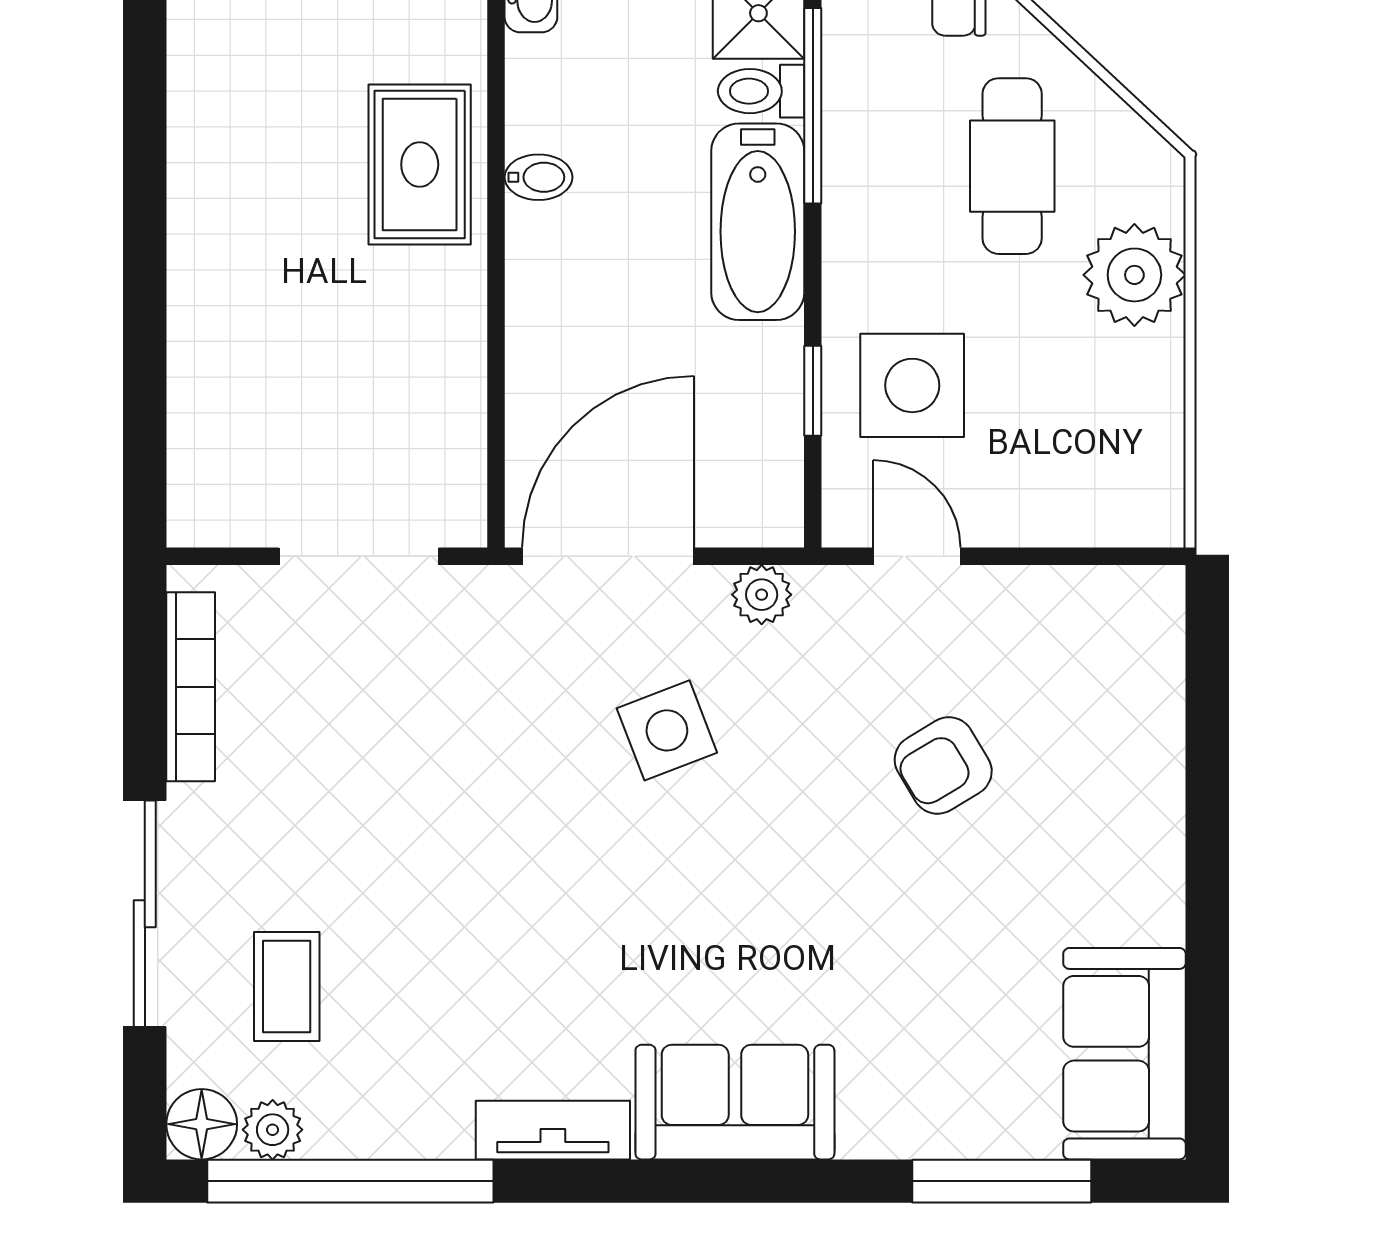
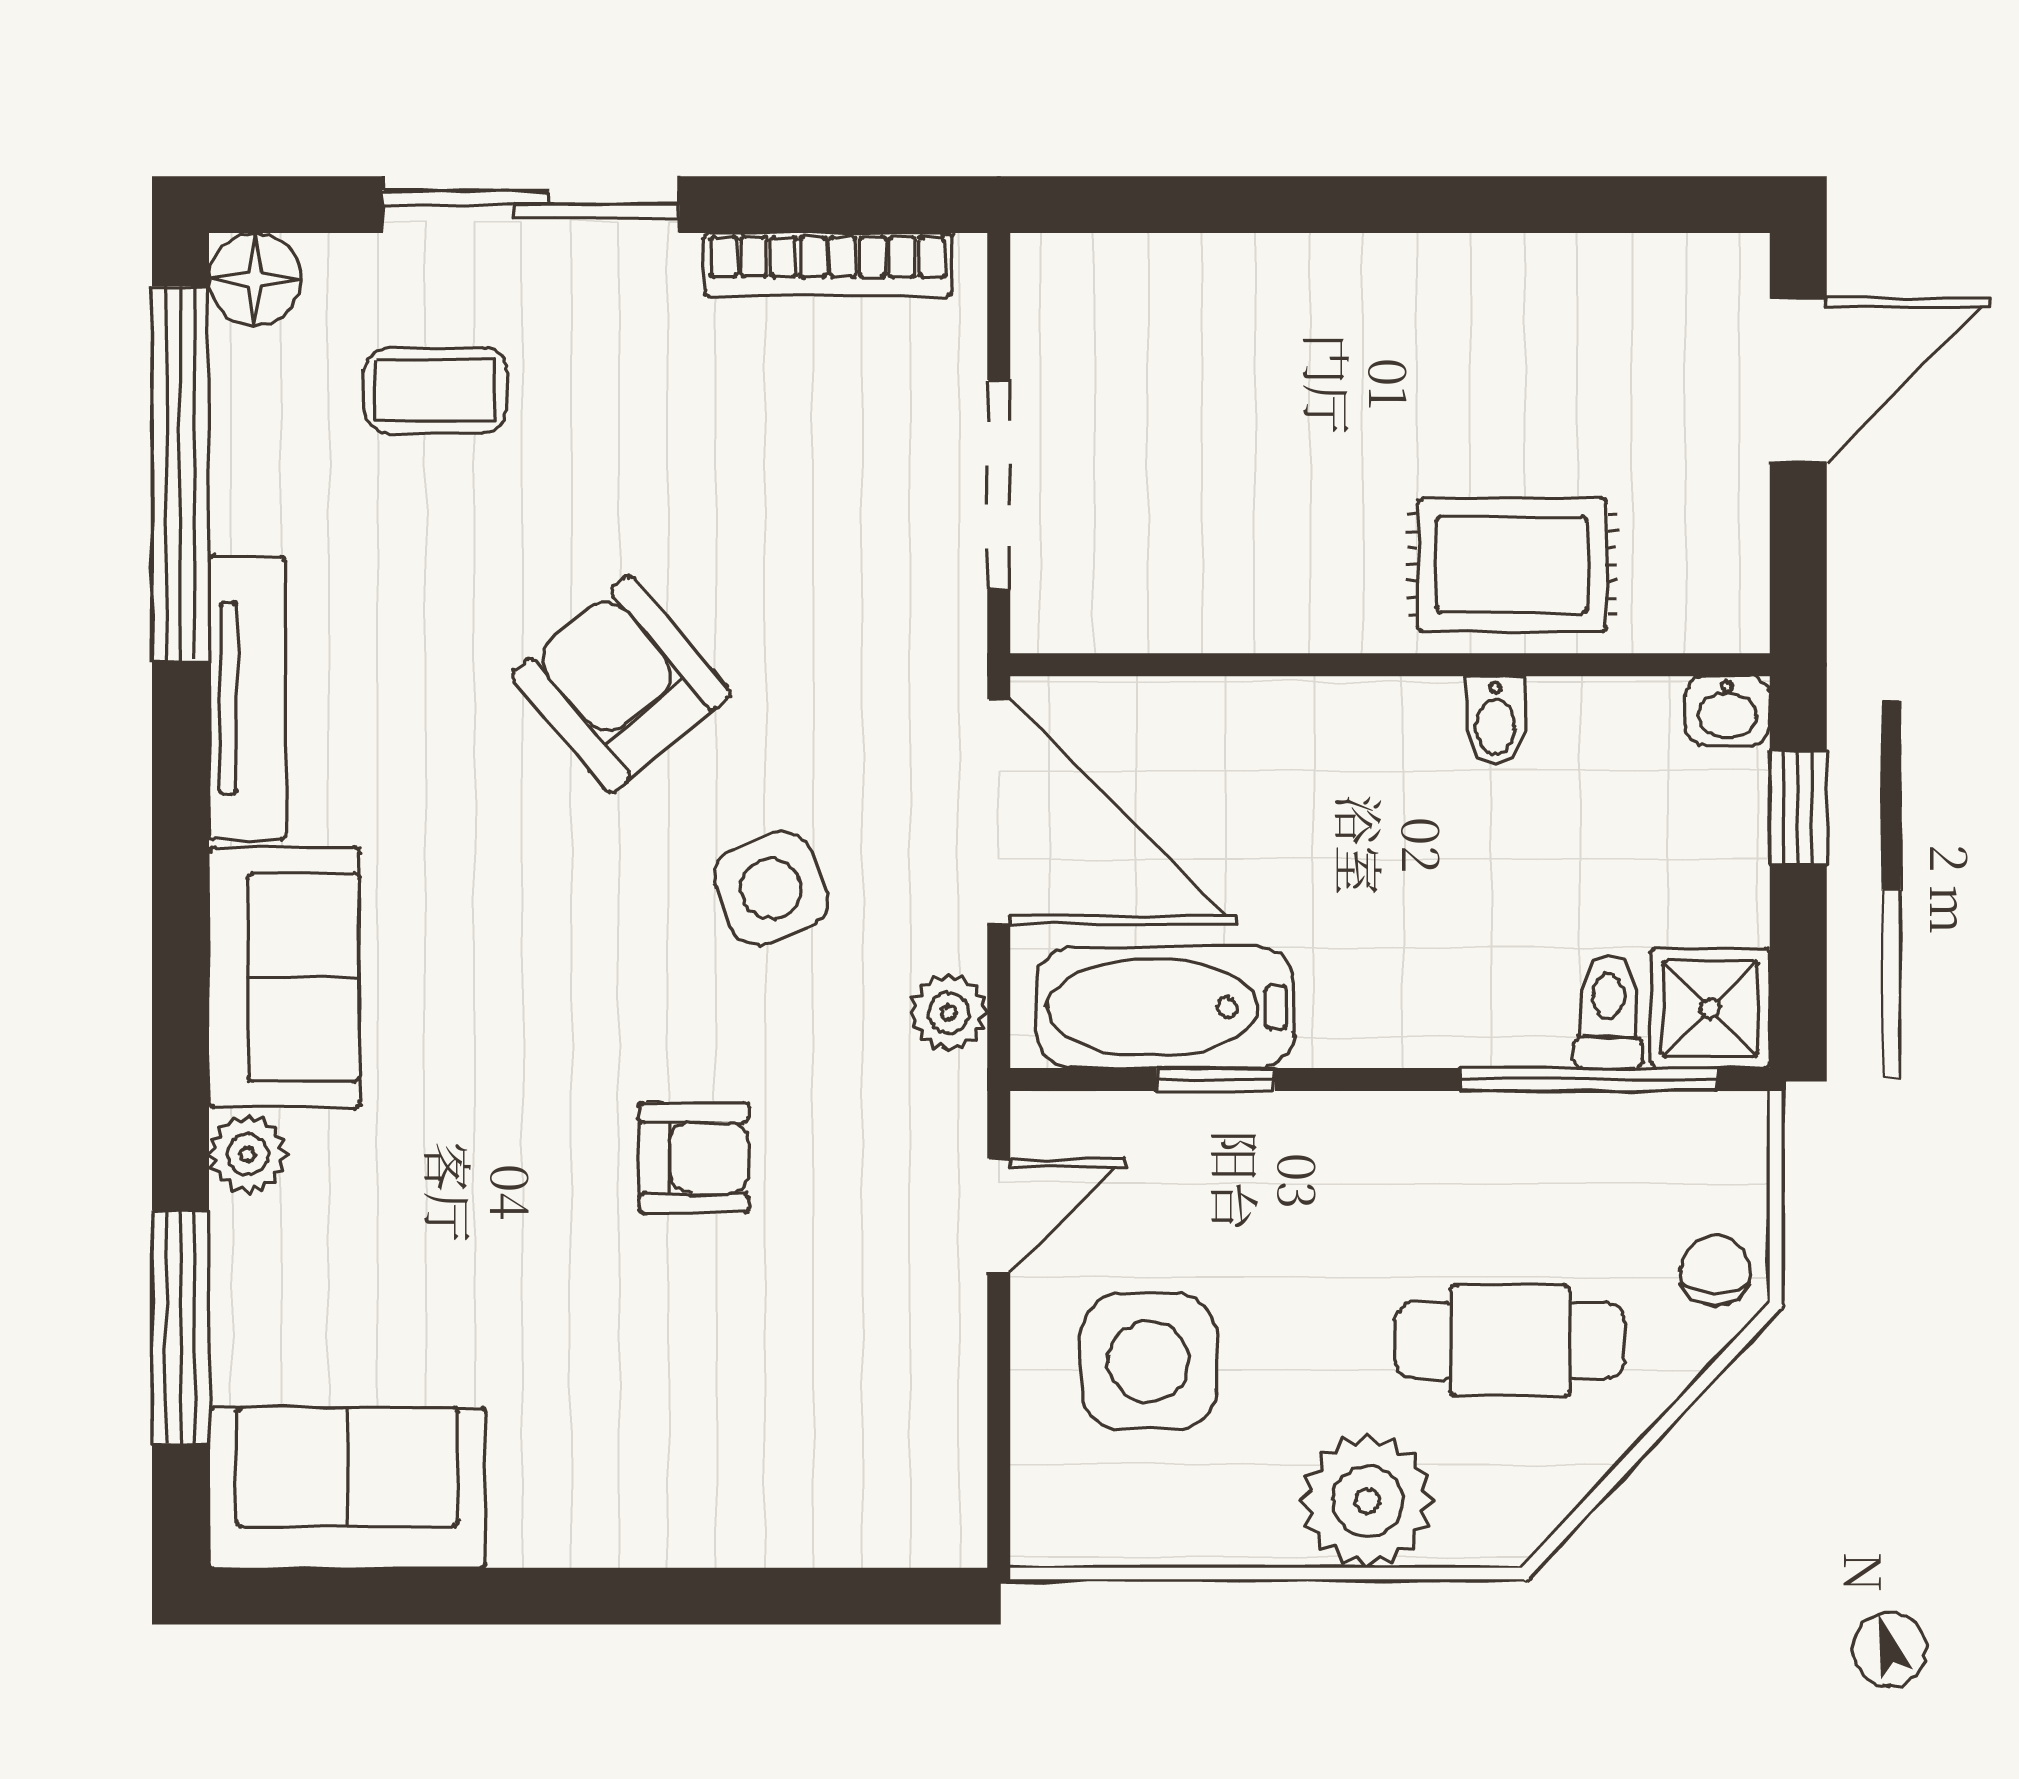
bathtub: (758, 222) -> (1165, 1007), moved
side table: (912, 385) -> (1149, 1362), moved
armchair: (943, 765) -> (694, 1158), moved, turned 121
armchair: (511, 845) -> (621, 684), added
plant: (273, 1130) -> (248, 1154), moved
tv unit: (553, 1130) -> (247, 698), width x1.41

